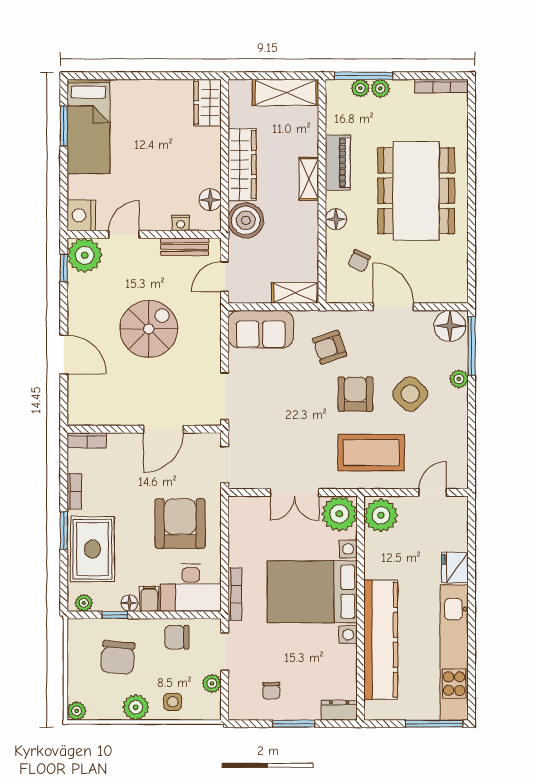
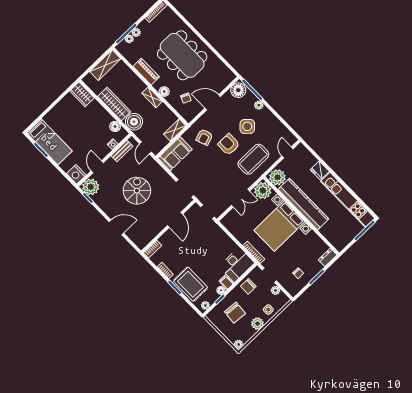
shelving: (309, 179) -> (152, 97), moved
armchair: (180, 524) -> (212, 247), removed
kitchen counter: (381, 640) -> (303, 204), moved

